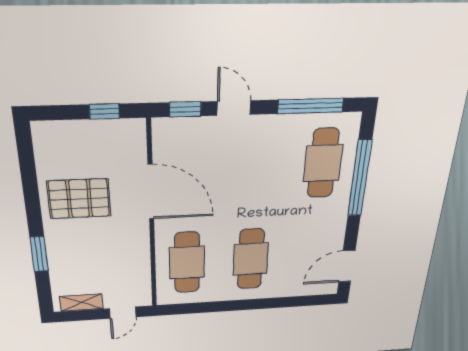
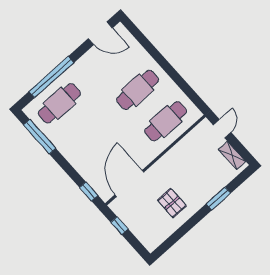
door: (234, 108) -> (70, 171), removed
door: (151, 192) -> (129, 183), moved
pallet: (79, 199) -> (172, 203), width x0.67, depth x0.71
door: (123, 313) -> (222, 129), hinge flipped

